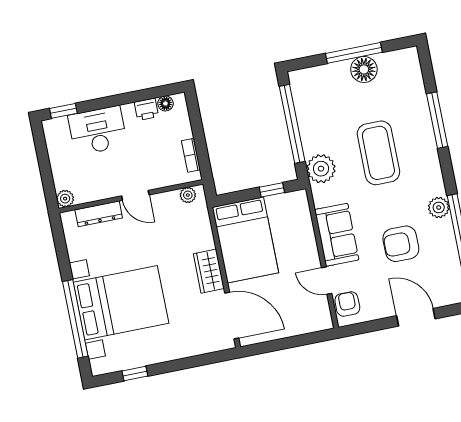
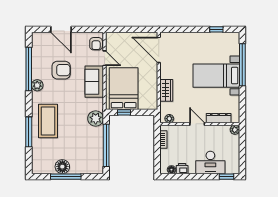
coffee table: (378, 153) -> (48, 121), moved
bed: (245, 240) -> (124, 89), moved
wardrobe: (209, 271) -> (166, 90), moved
bed with nightstands: (121, 303) -> (216, 76), width x0.73

